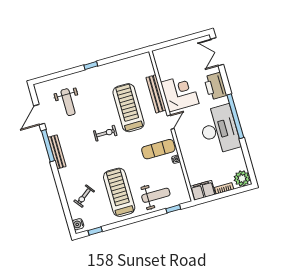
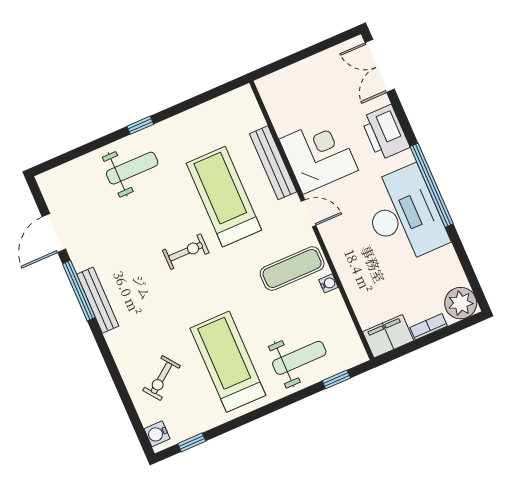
weight bench: (68, 102) -> (132, 168), moved, turned -90
door: (171, 122) -> (309, 213), hinge flipped

